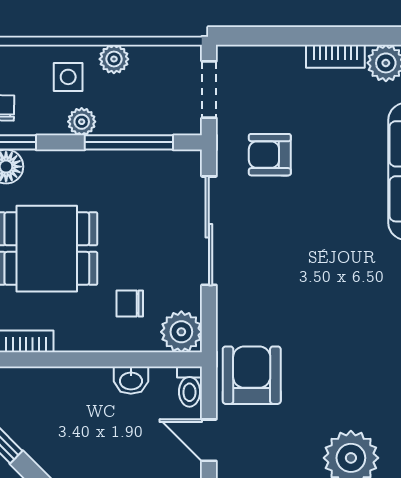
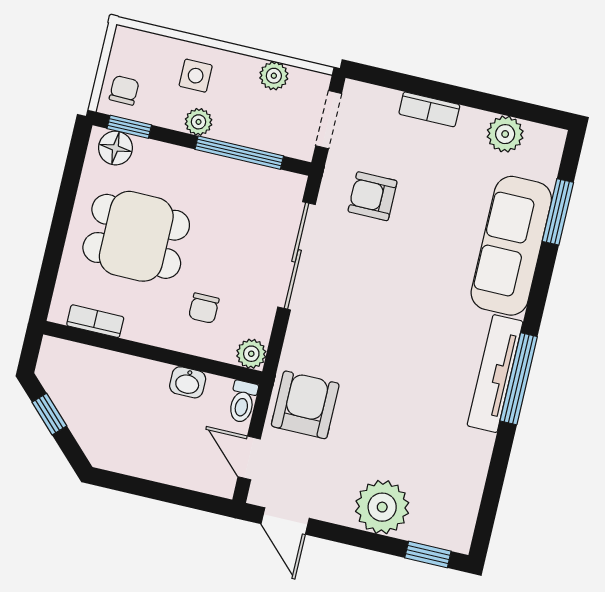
bookcase: (335, 56) -> (429, 109), moved
plant: (114, 59) -> (274, 76), moved
chair: (130, 304) -> (204, 308), turned -90
plant: (181, 332) -> (251, 354), width x0.73, depth x0.73

